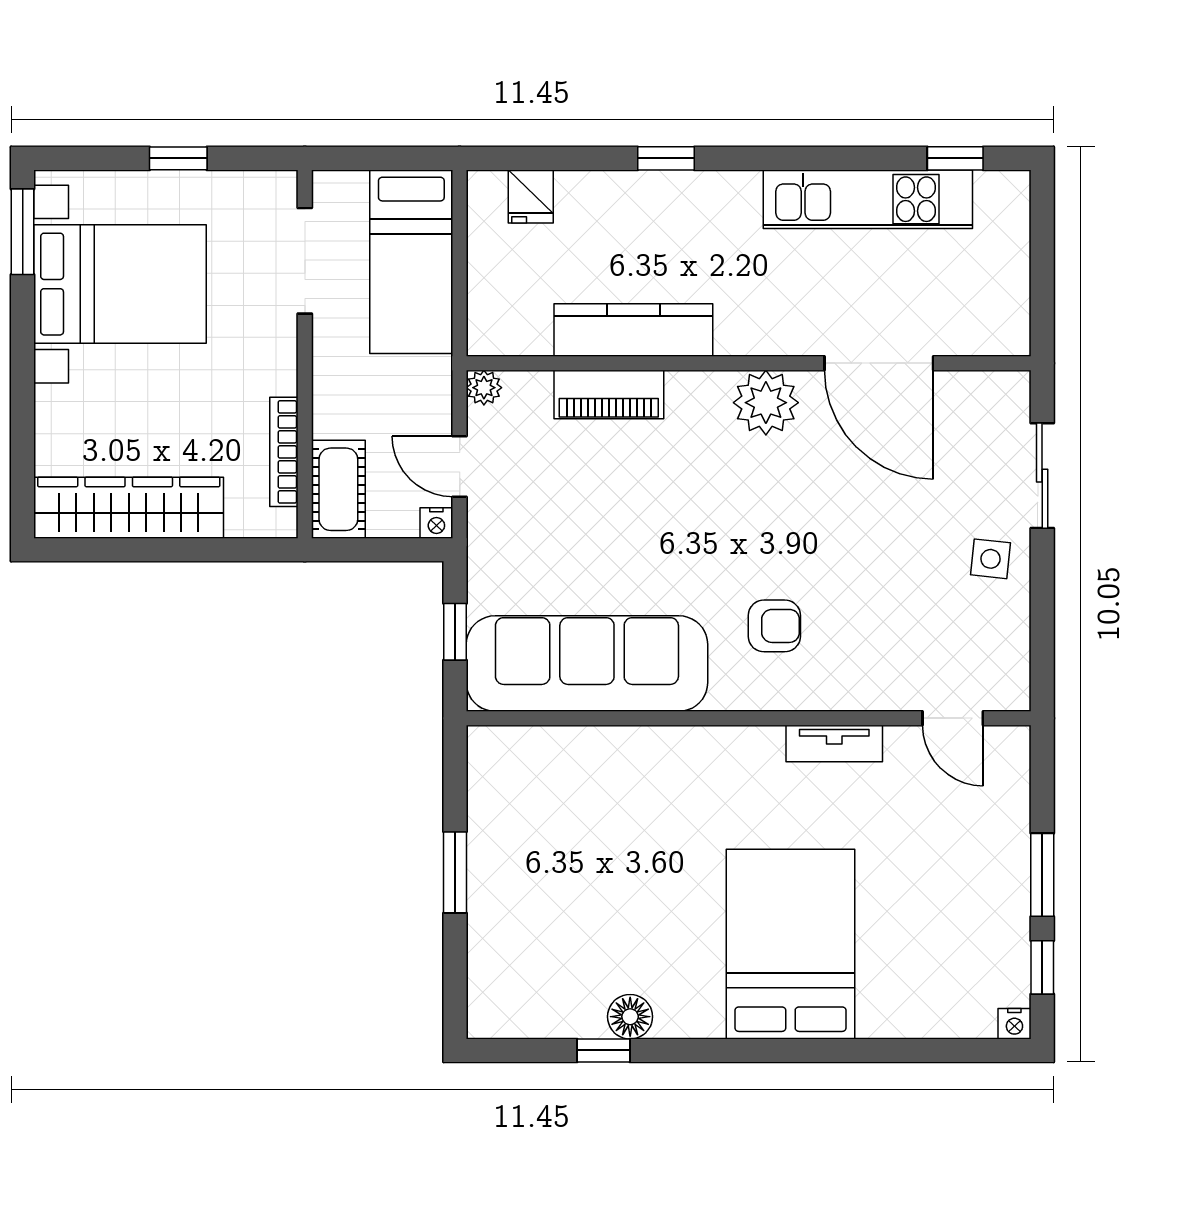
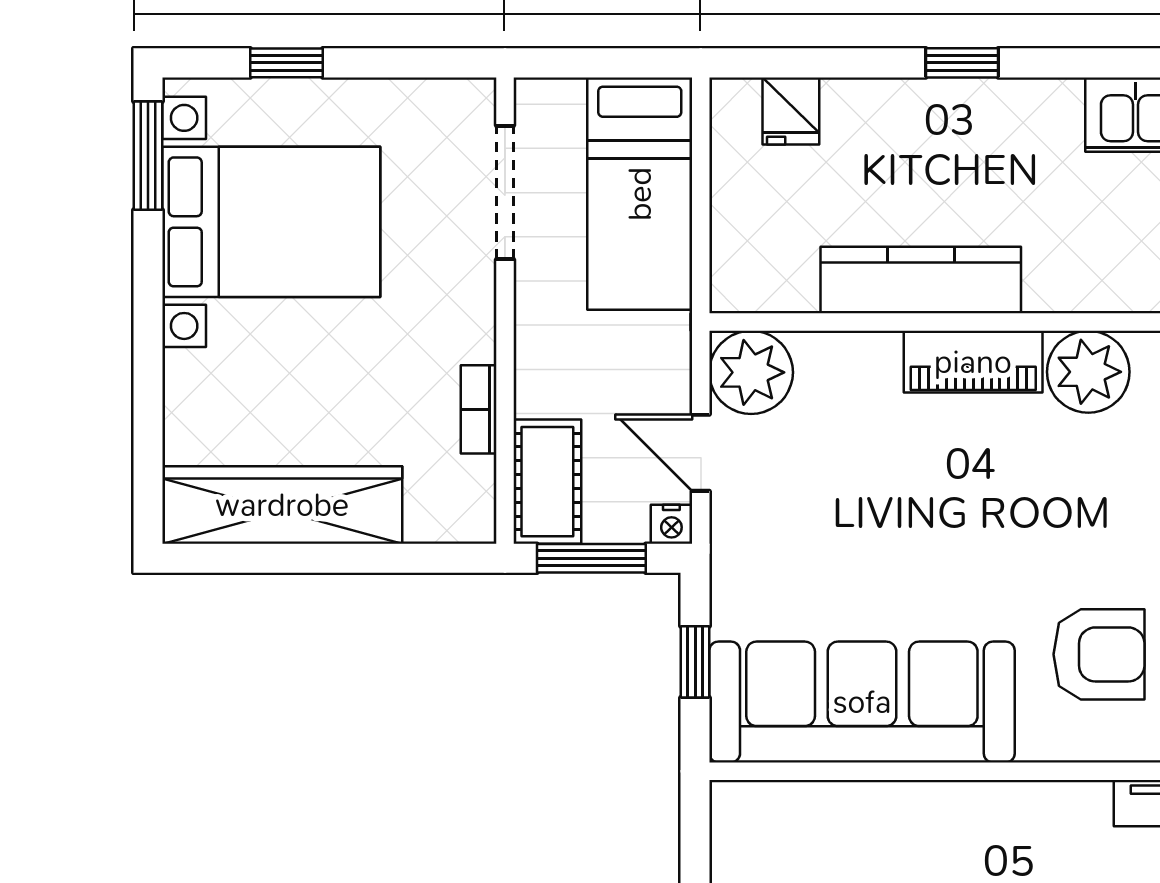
window: (178, 158) -> (286, 63), moved
plant: (484, 388) -> (751, 372), width x1.87, depth x1.87
piano: (609, 395) -> (973, 362), moved
bookcase: (284, 452) -> (479, 409), width x0.64
window: (373, 550) -> (591, 558), added
armchair: (774, 626) -> (1099, 654), width x1.38, depth x1.38

